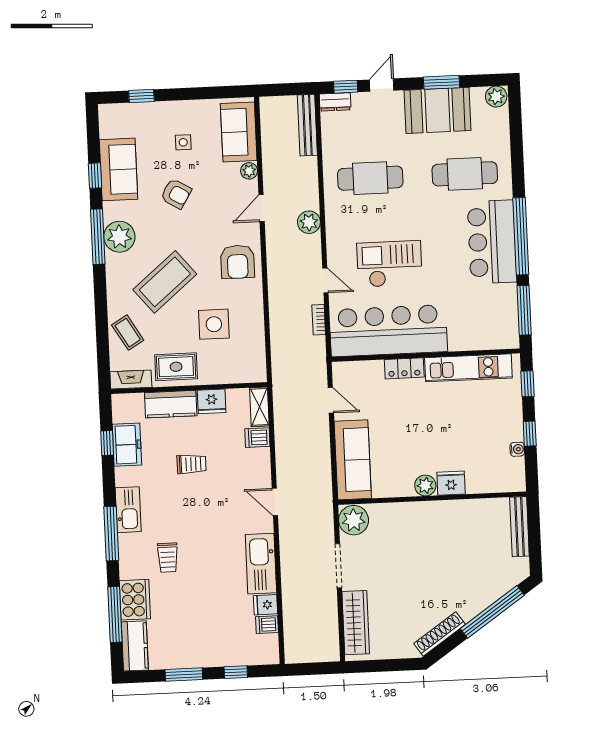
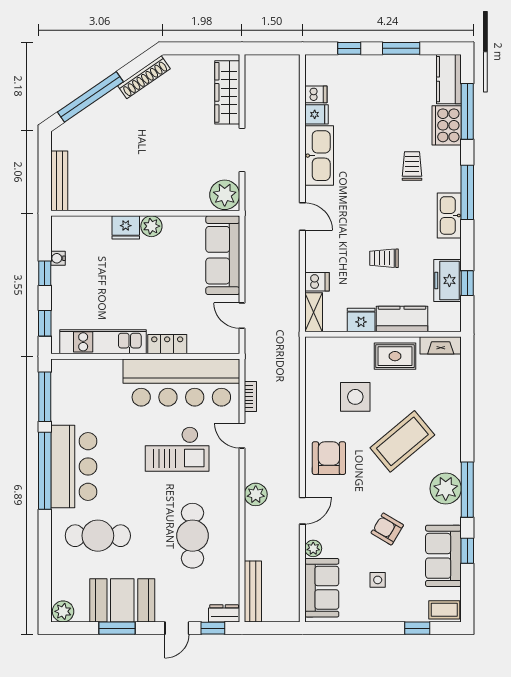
cafe table: (370, 178) -> (192, 536), turned 90
coffee table: (128, 333) -> (444, 610), moved, turned -59

